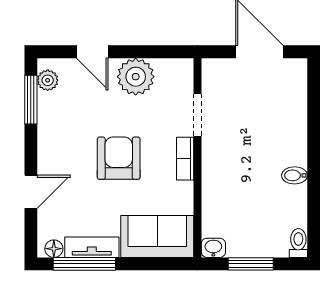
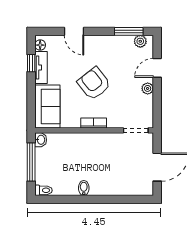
plant: (136, 77) -> (148, 88), width x0.53, depth x0.53
doorway: (197, 115) -> (136, 130), moved
armchair: (119, 158) -> (94, 84), turned -128
window: (84, 264) -> (31, 63), width x0.46
window: (251, 264) -> (31, 162), width x1.44

